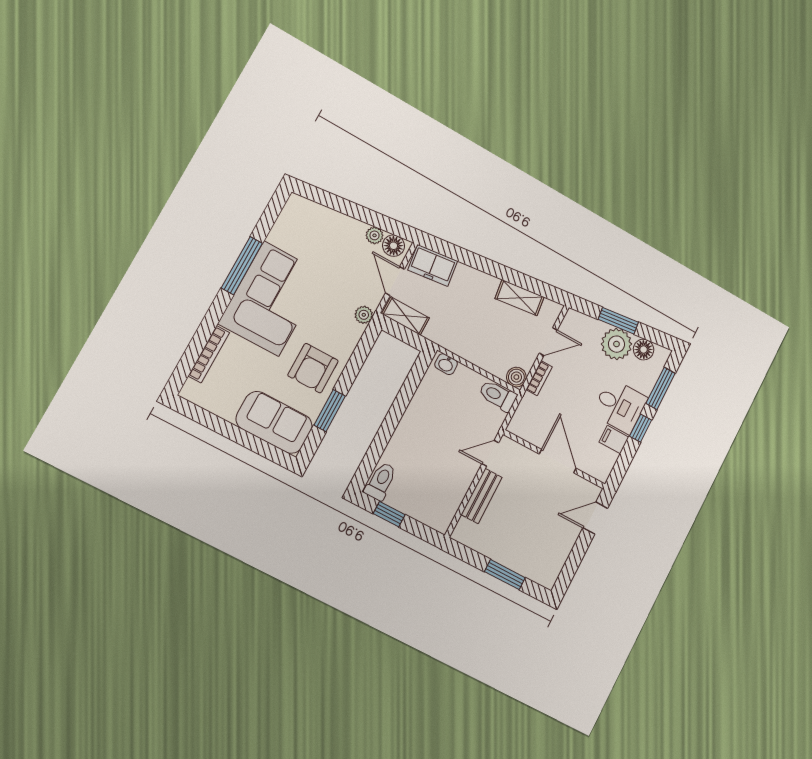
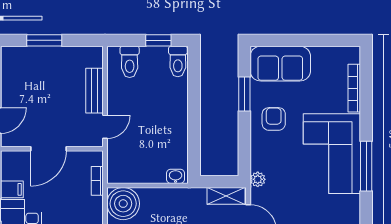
armchair: (313, 368) -> (274, 119), width x0.72, depth x0.72
boiler: (516, 377) -> (123, 204), width x1.86, depth x1.86
bookcase: (539, 378) -> (97, 181), moved
toilet: (498, 396) -> (130, 62), moved, turned 90
door: (558, 461) -> (48, 149), hinge flipped

